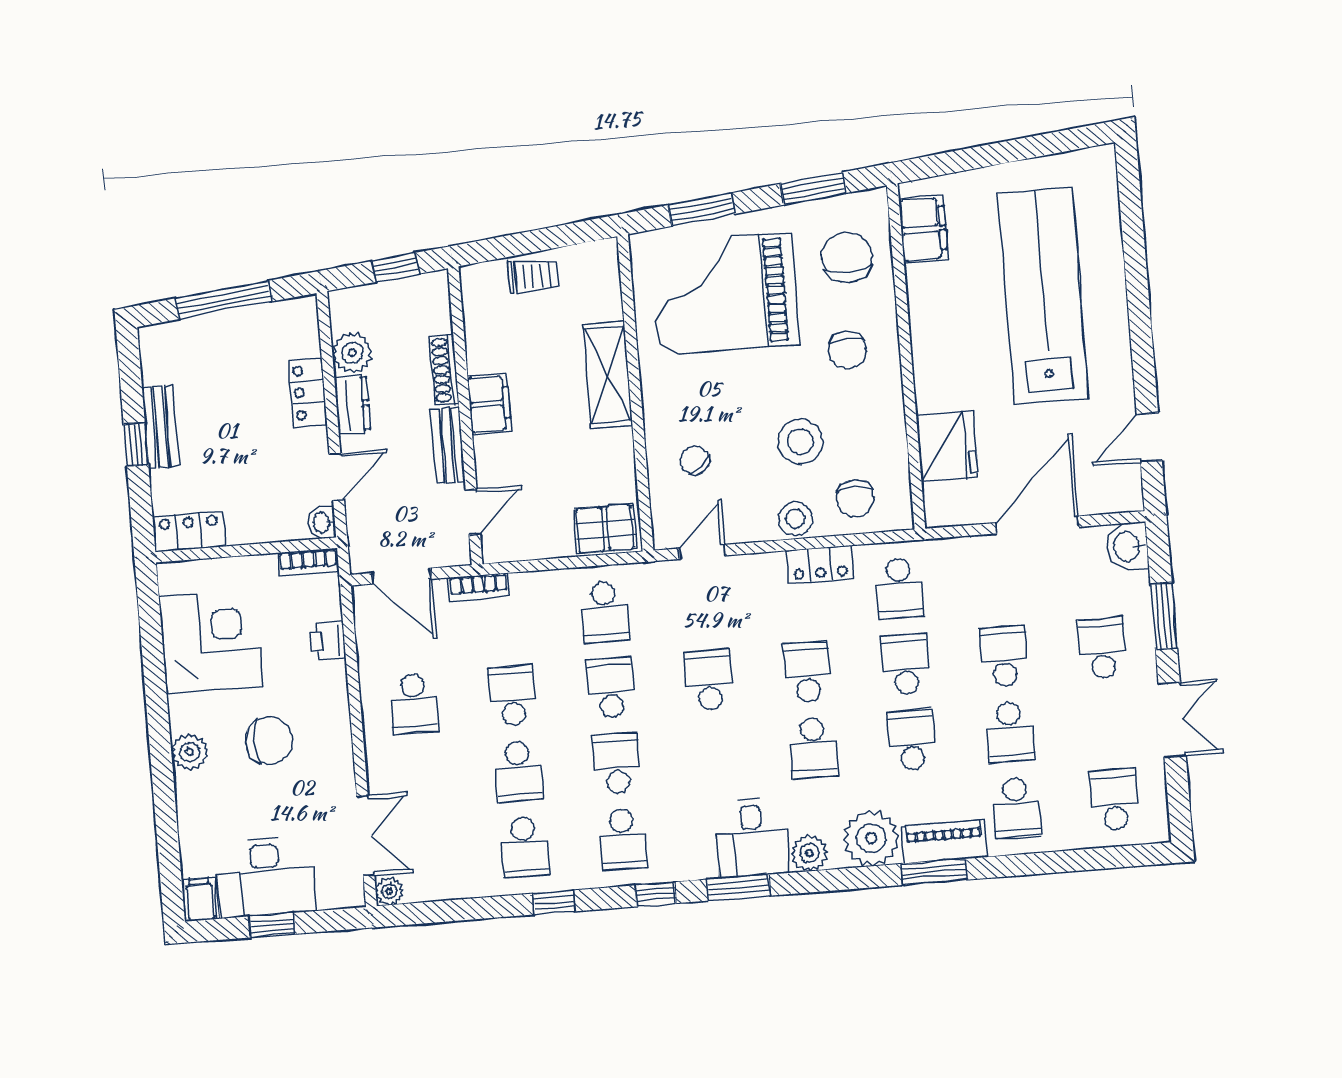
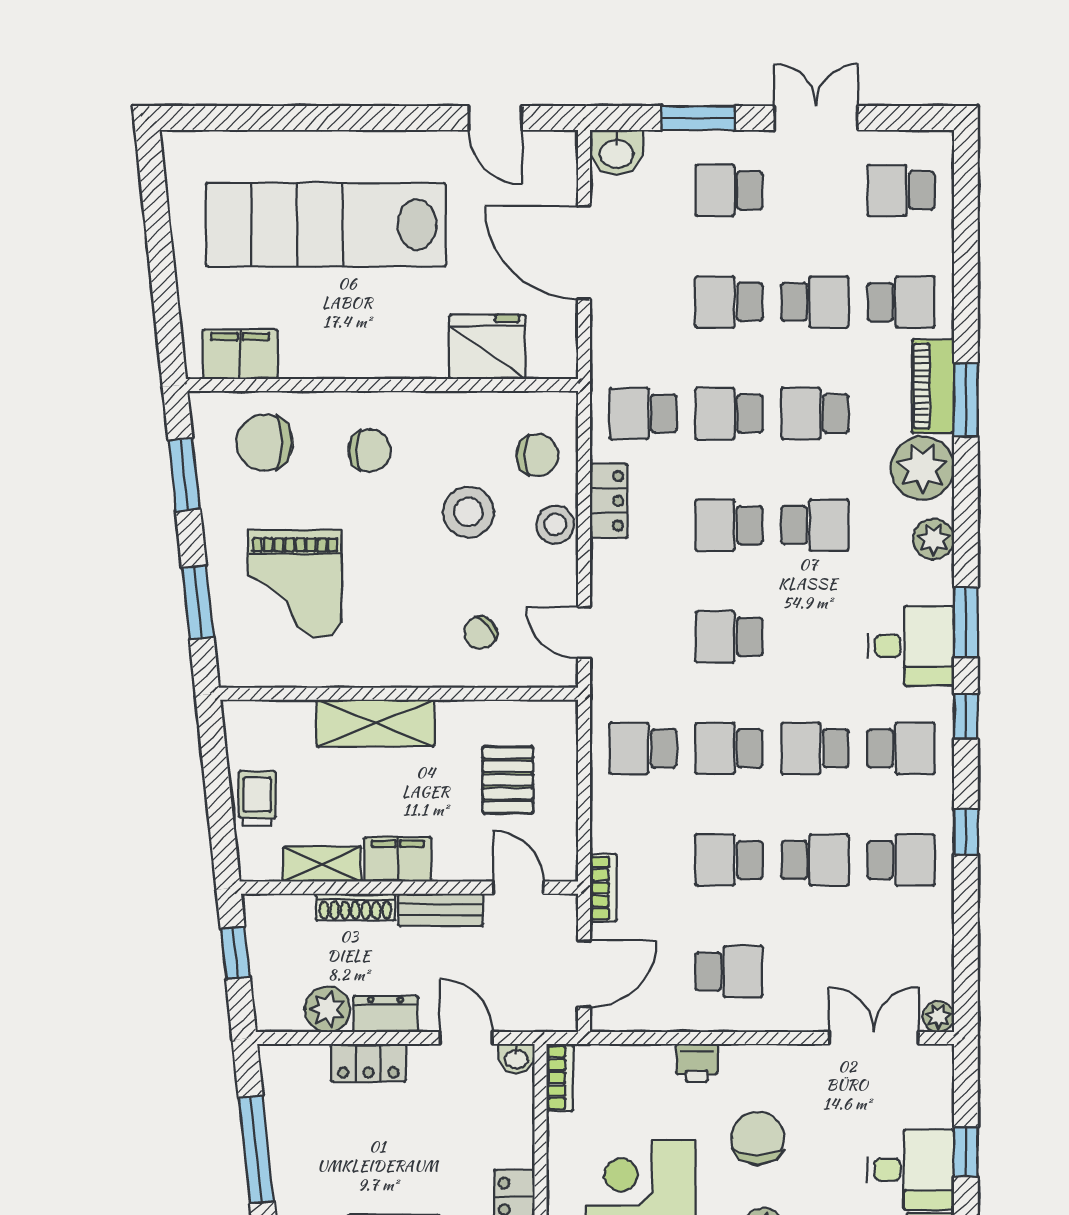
grand piano: (725, 294) -> (295, 584), width x0.73, depth x0.68
shelving: (480, 338) -> (322, 864), added
pallet: (605, 529) -> (508, 780), moved
school desk: (899, 588) -> (643, 414), turned 180
school desk: (604, 612) -> (643, 748), turned 180
printer: (328, 641) -> (697, 1063), moved
desk: (752, 838) -> (911, 646), moved
desk: (266, 877) -> (911, 1170), width x0.73

